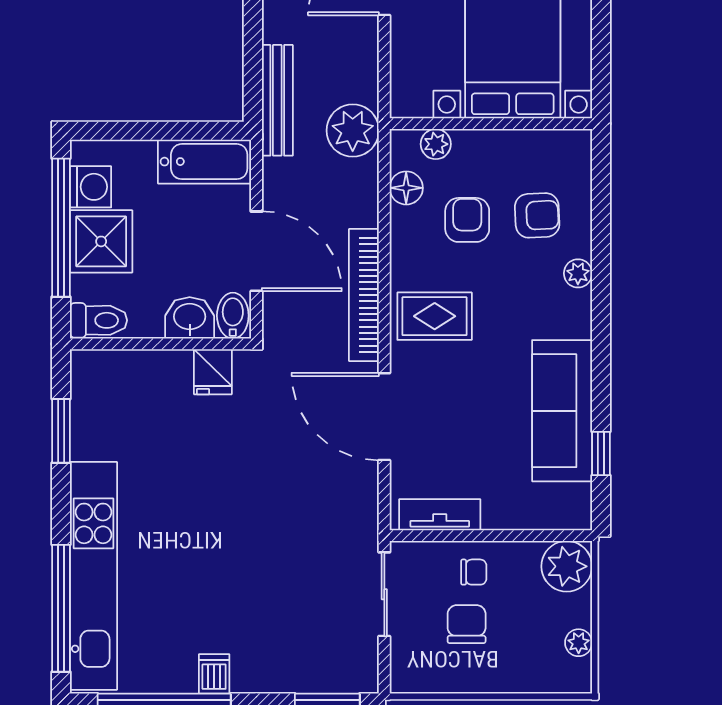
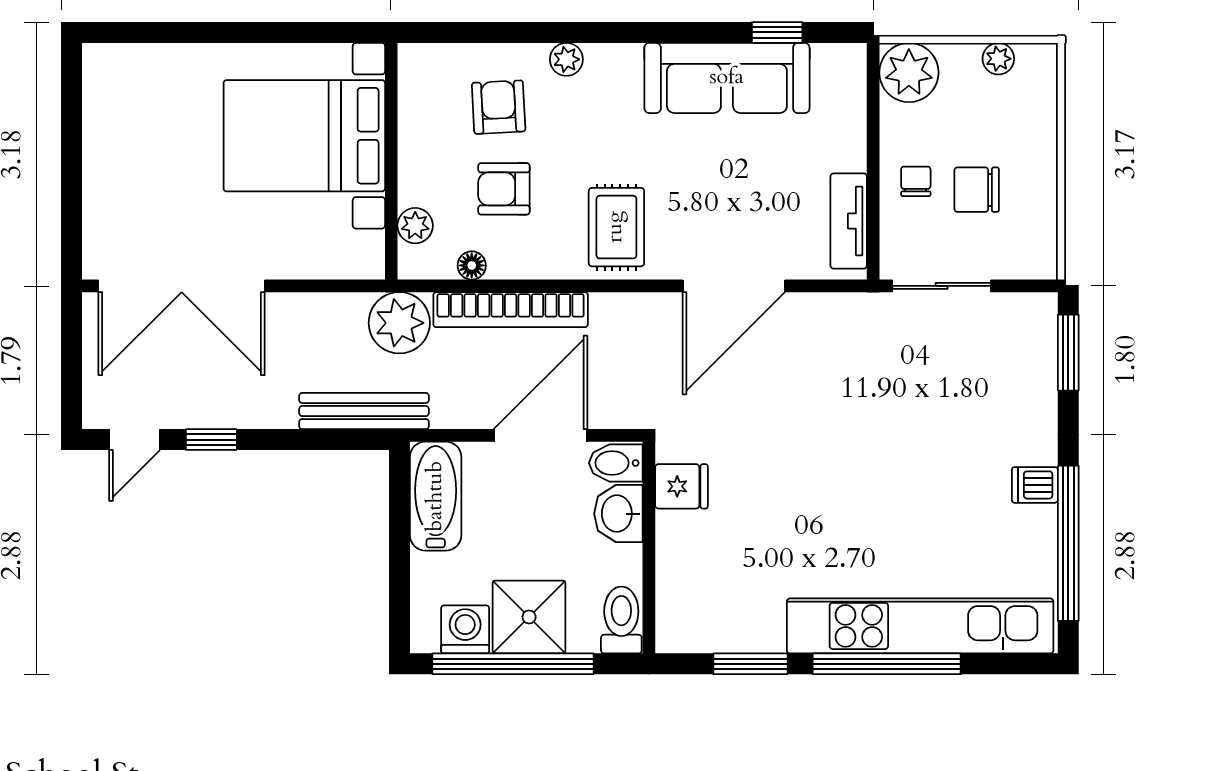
floor lamp: (406, 188) -> (472, 265), width x0.73, depth x0.73
bookcase: (364, 295) -> (511, 310), moved
window: (61, 608) -> (887, 664), moved

